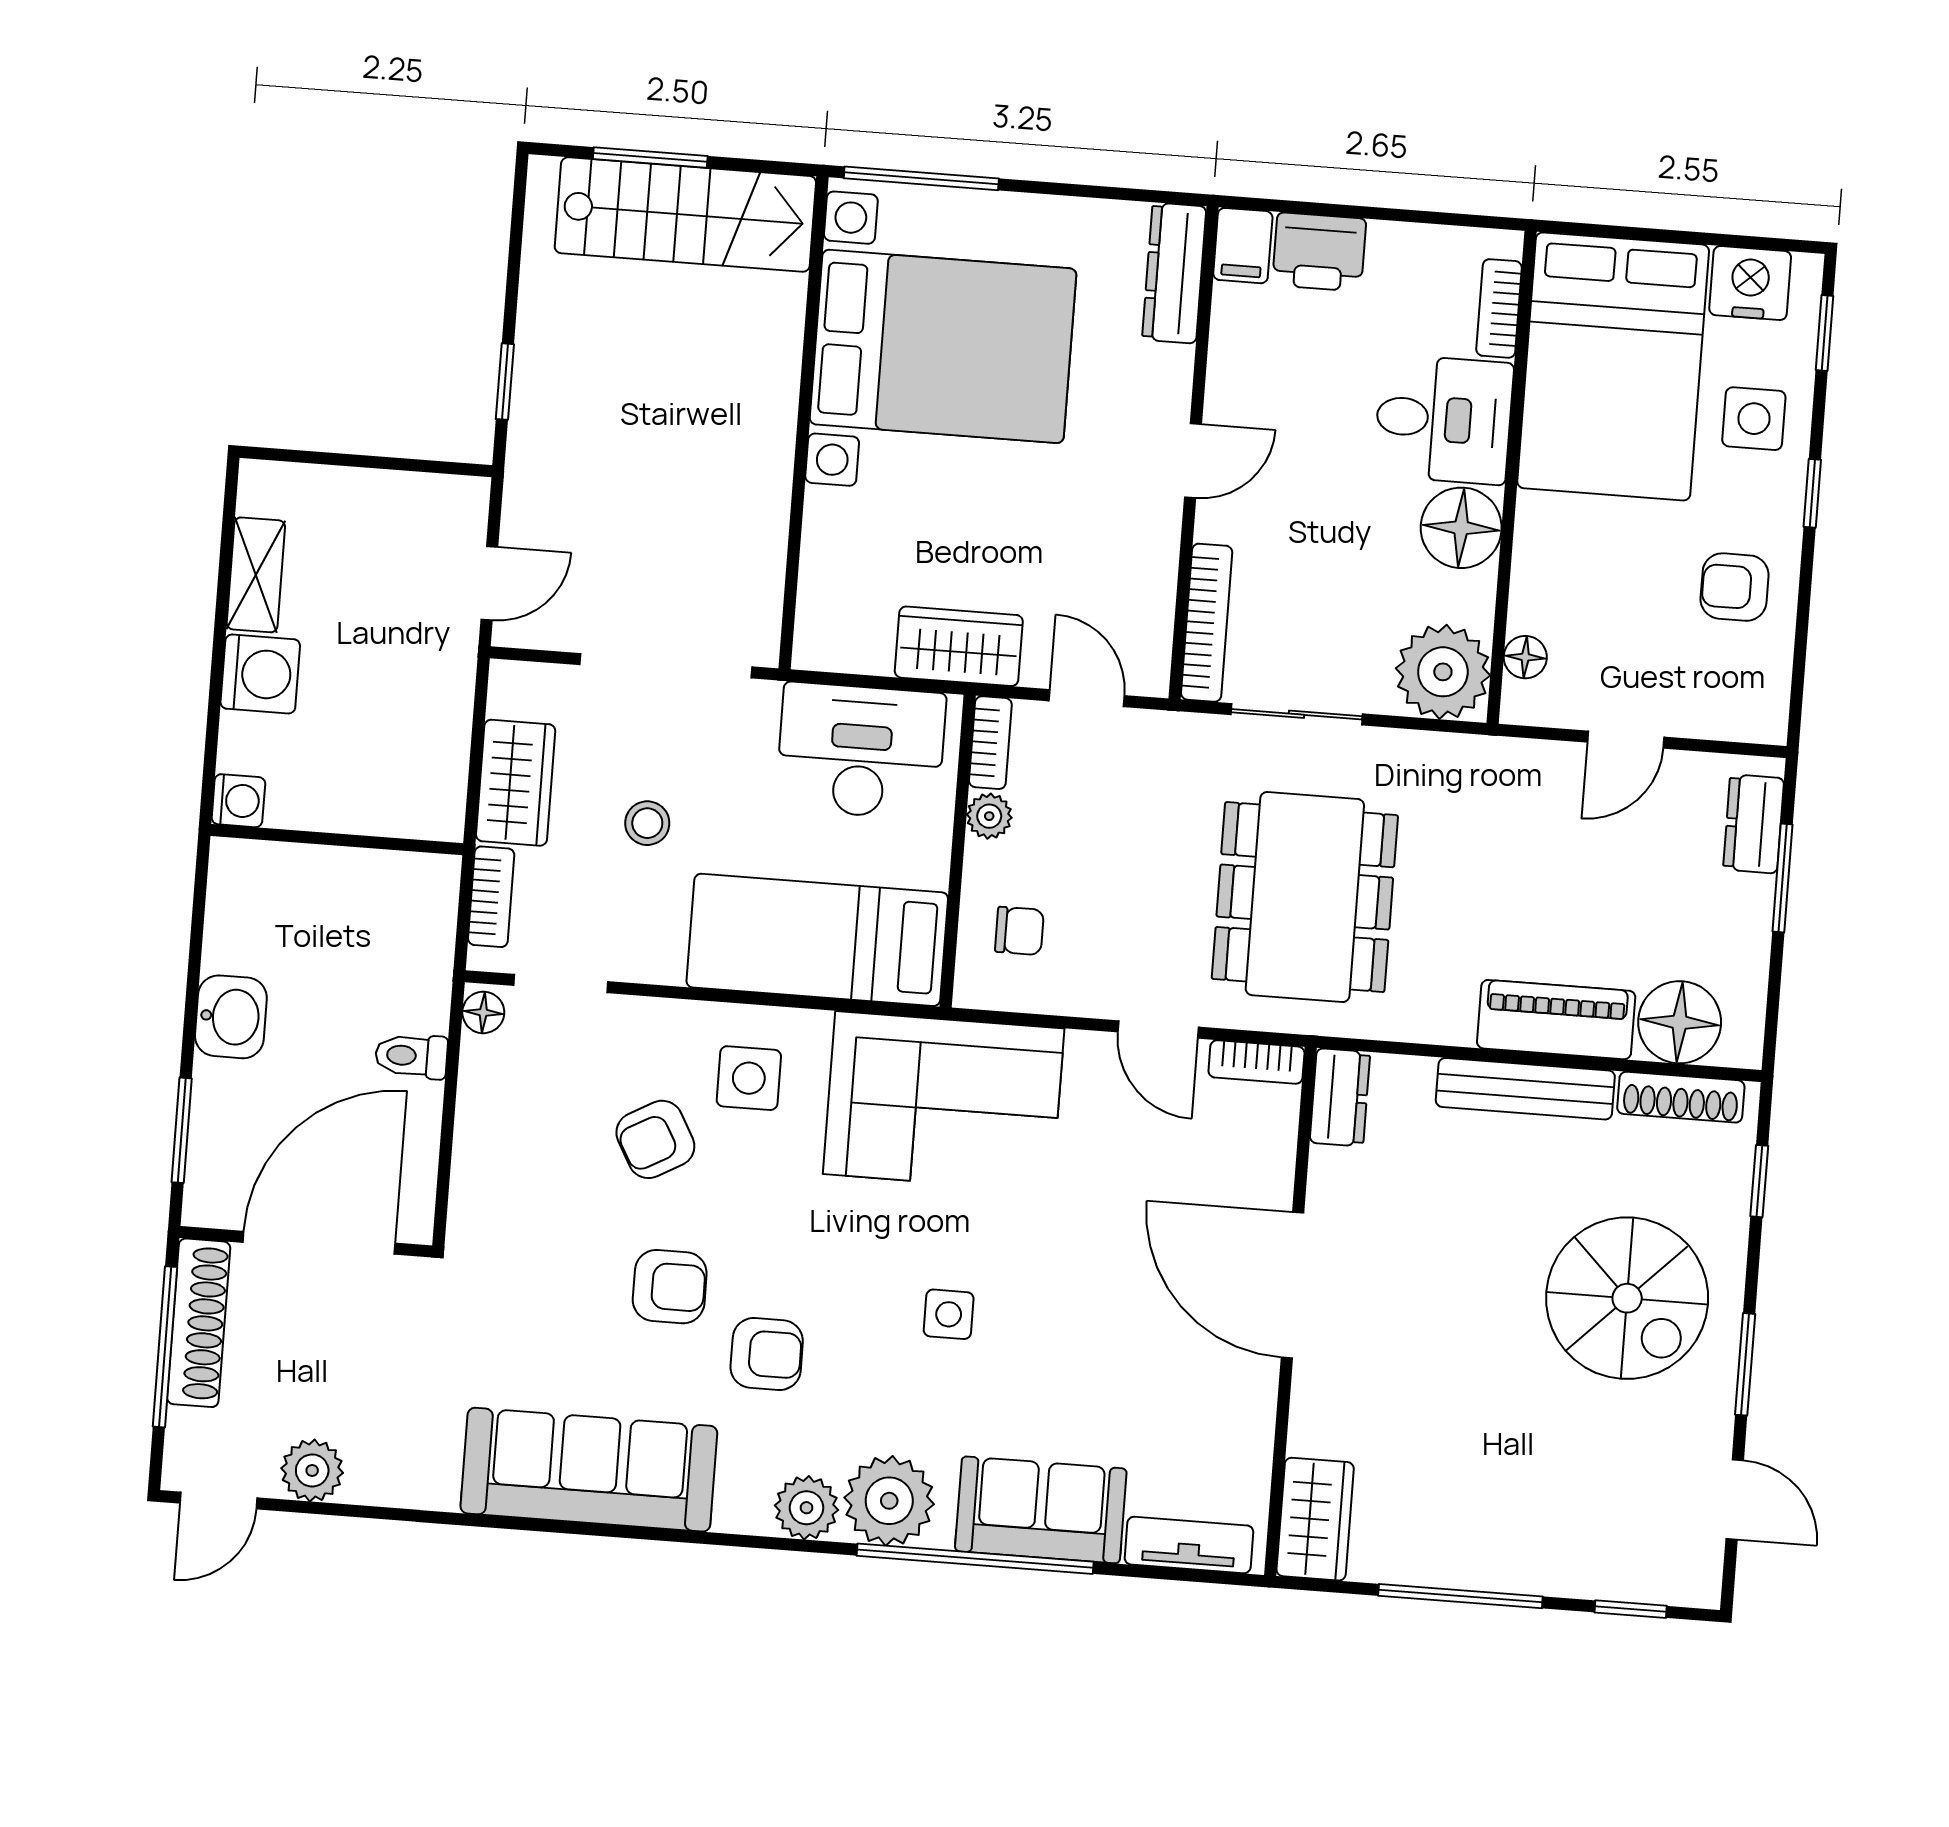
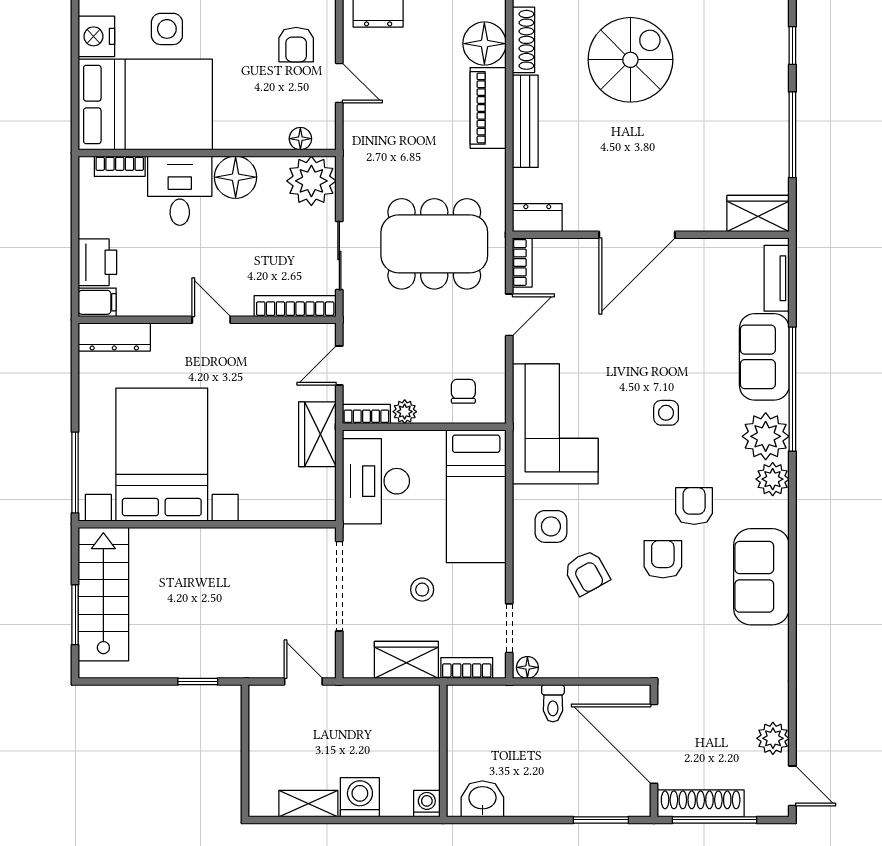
armchair: (1735, 587) -> (296, 45), moved
washbasin: (231, 1017) -> (482, 799), moved
sofa: (589, 1470) -> (761, 577), width x0.73

